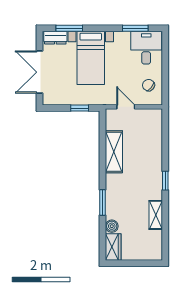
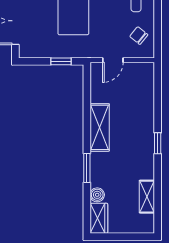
door: (126, 107) -> (113, 60), swing flipped
shelving: (114, 152) -> (100, 127), moved
shelving: (156, 215) -> (147, 197), moved

